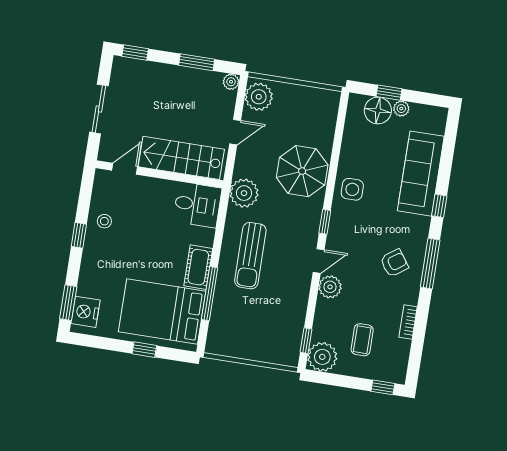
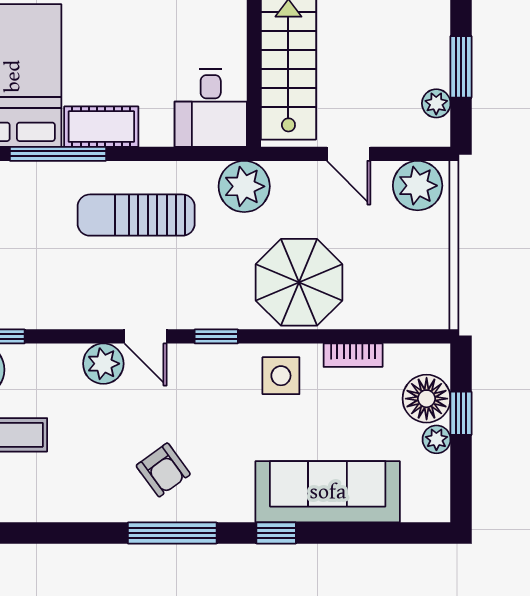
plant: (231, 82) -> (436, 103), moved
bookcase: (408, 322) -> (353, 355), moved, turned 180

